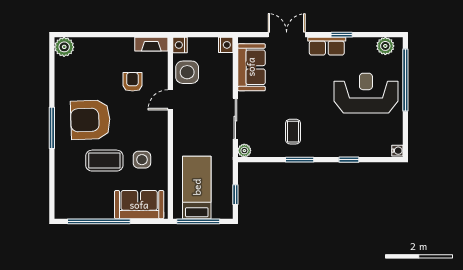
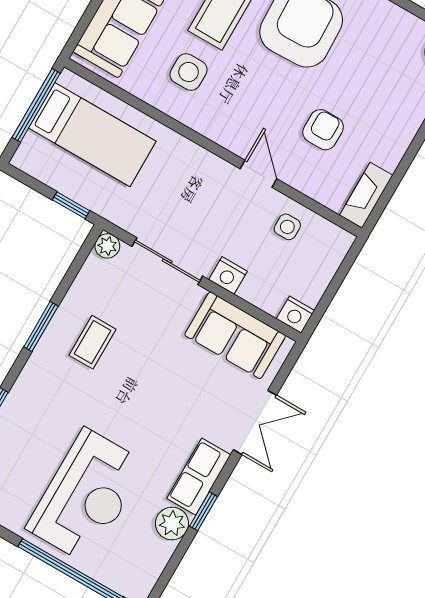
nightstand: (180, 45) -> (228, 275), moved, turned 180
plant: (385, 46) -> (172, 523), moved
side table: (187, 72) -> (287, 227), width x0.54, depth x0.54
armchair: (132, 82) -> (323, 130), turned -90
coffee table: (293, 132) -> (92, 342), turned 90
window: (235, 195) -> (71, 205), moved

